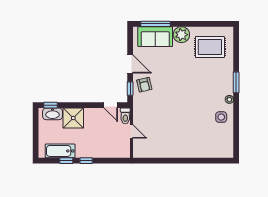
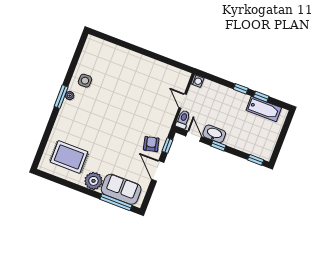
window: (236, 82) -> (61, 97), moved
window: (87, 105) -> (218, 146), added
washbasin: (52, 114) -> (214, 134), moved
shower: (73, 118) -> (237, 138), removed
washing machine: (126, 153) -> (197, 81), added

